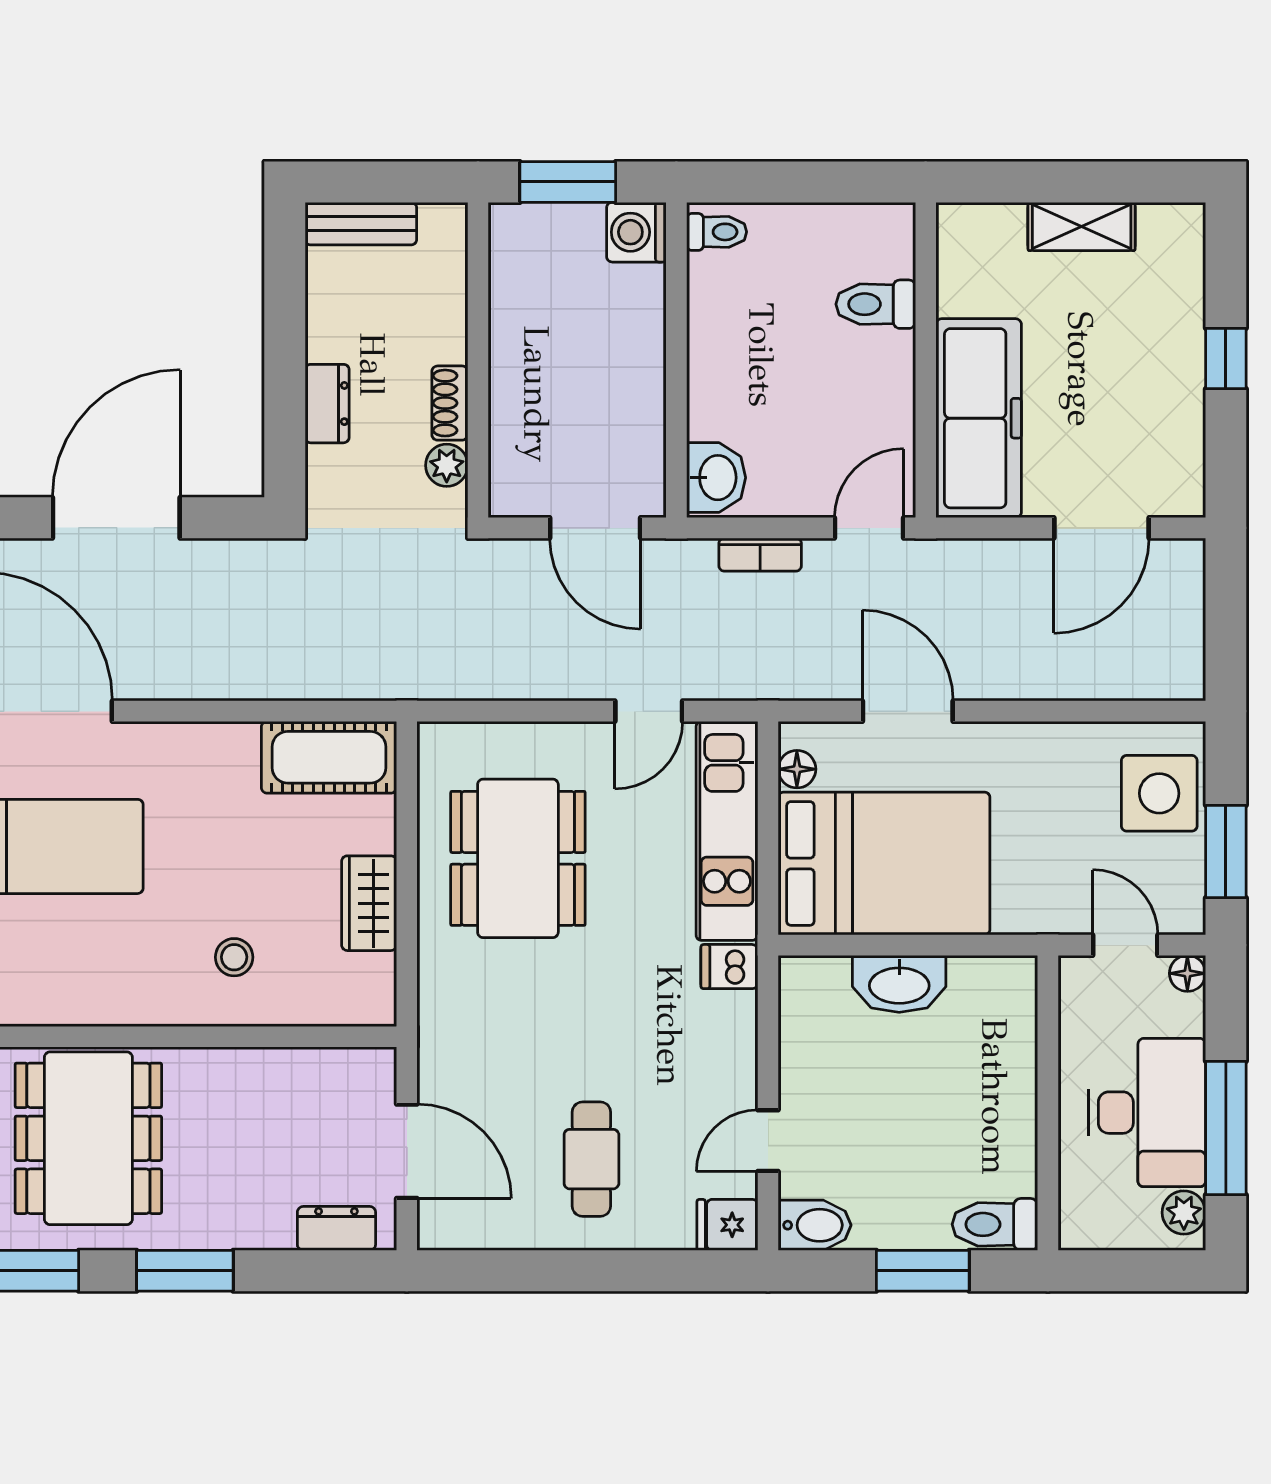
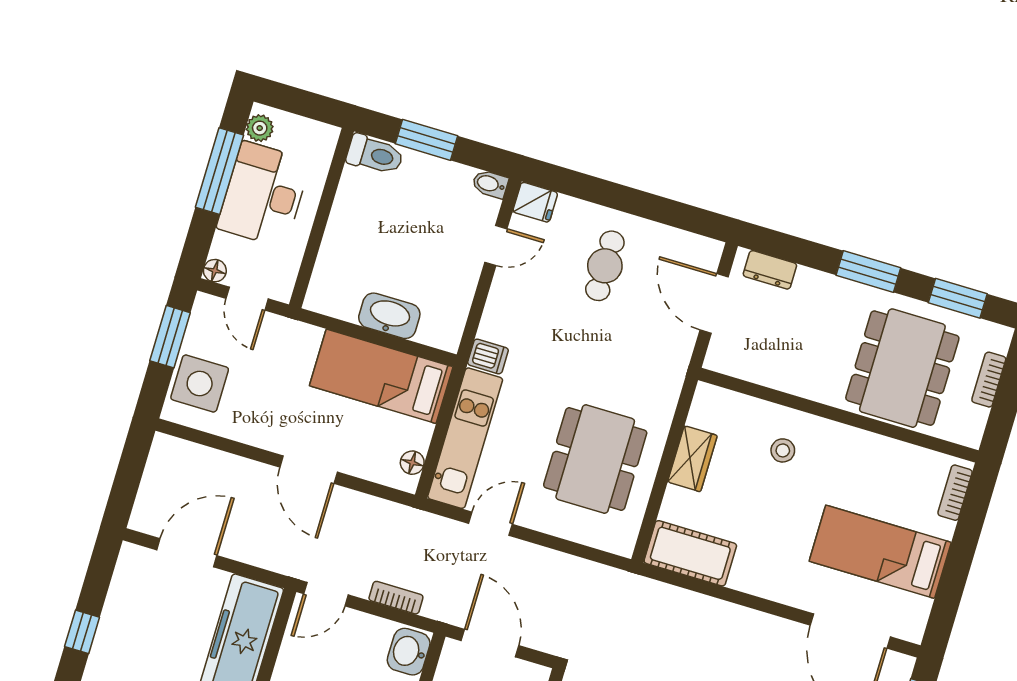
door: (908, 711) -> (309, 470), moved
bed: (884, 863) -> (381, 376), width x0.67
bidet: (815, 1225) -> (490, 184), width x0.72, depth x0.74

